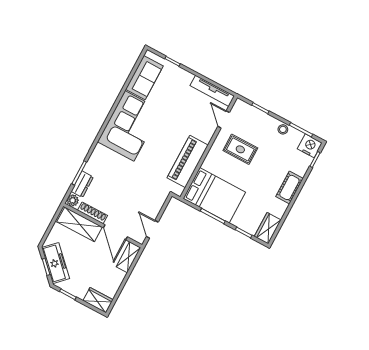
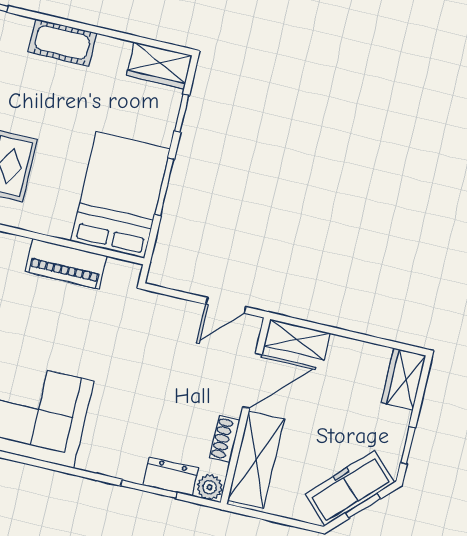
piano: (188, 161) -> (66, 264), width x0.73, depth x0.75
shoe rack: (93, 213) -> (225, 439), width x0.70

